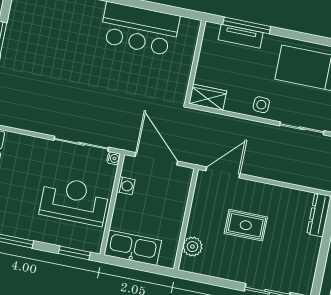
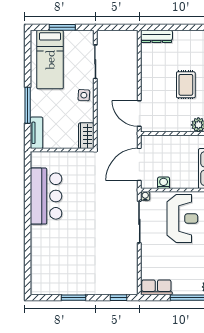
window: (247, 25) -> (28, 105), moved
tv unit: (241, 36) -> (36, 133), moved
reception desk: (74, 201) -> (182, 219), turned 180
rug: (246, 225) -> (186, 85), moved

